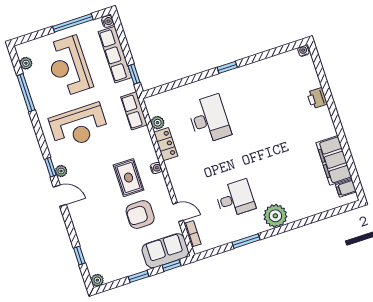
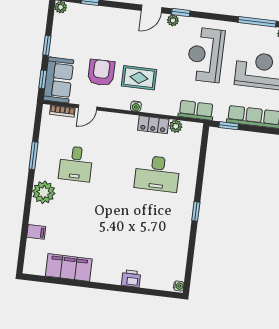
filing cabinet: (346, 188) -> (36, 232), moved, turned 90

